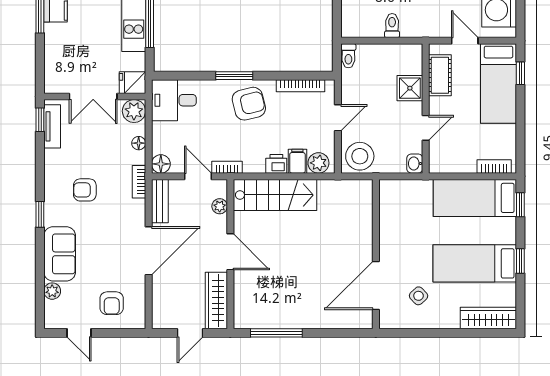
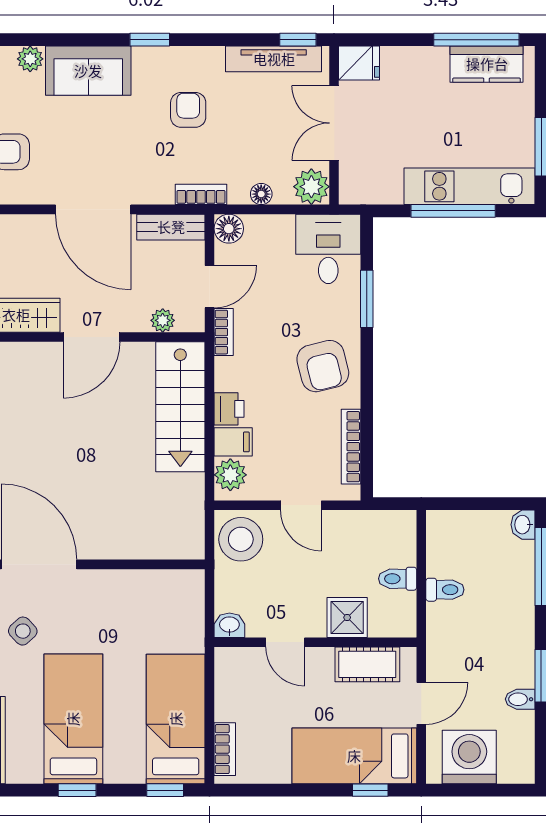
toilet: (348, 56) -> (398, 579), moved
window: (234, 76) -> (367, 299), moved
fridge: (132, 83) -> (359, 63), moved, turned 90
tv unit: (52, 126) -> (274, 59), width x1.41

